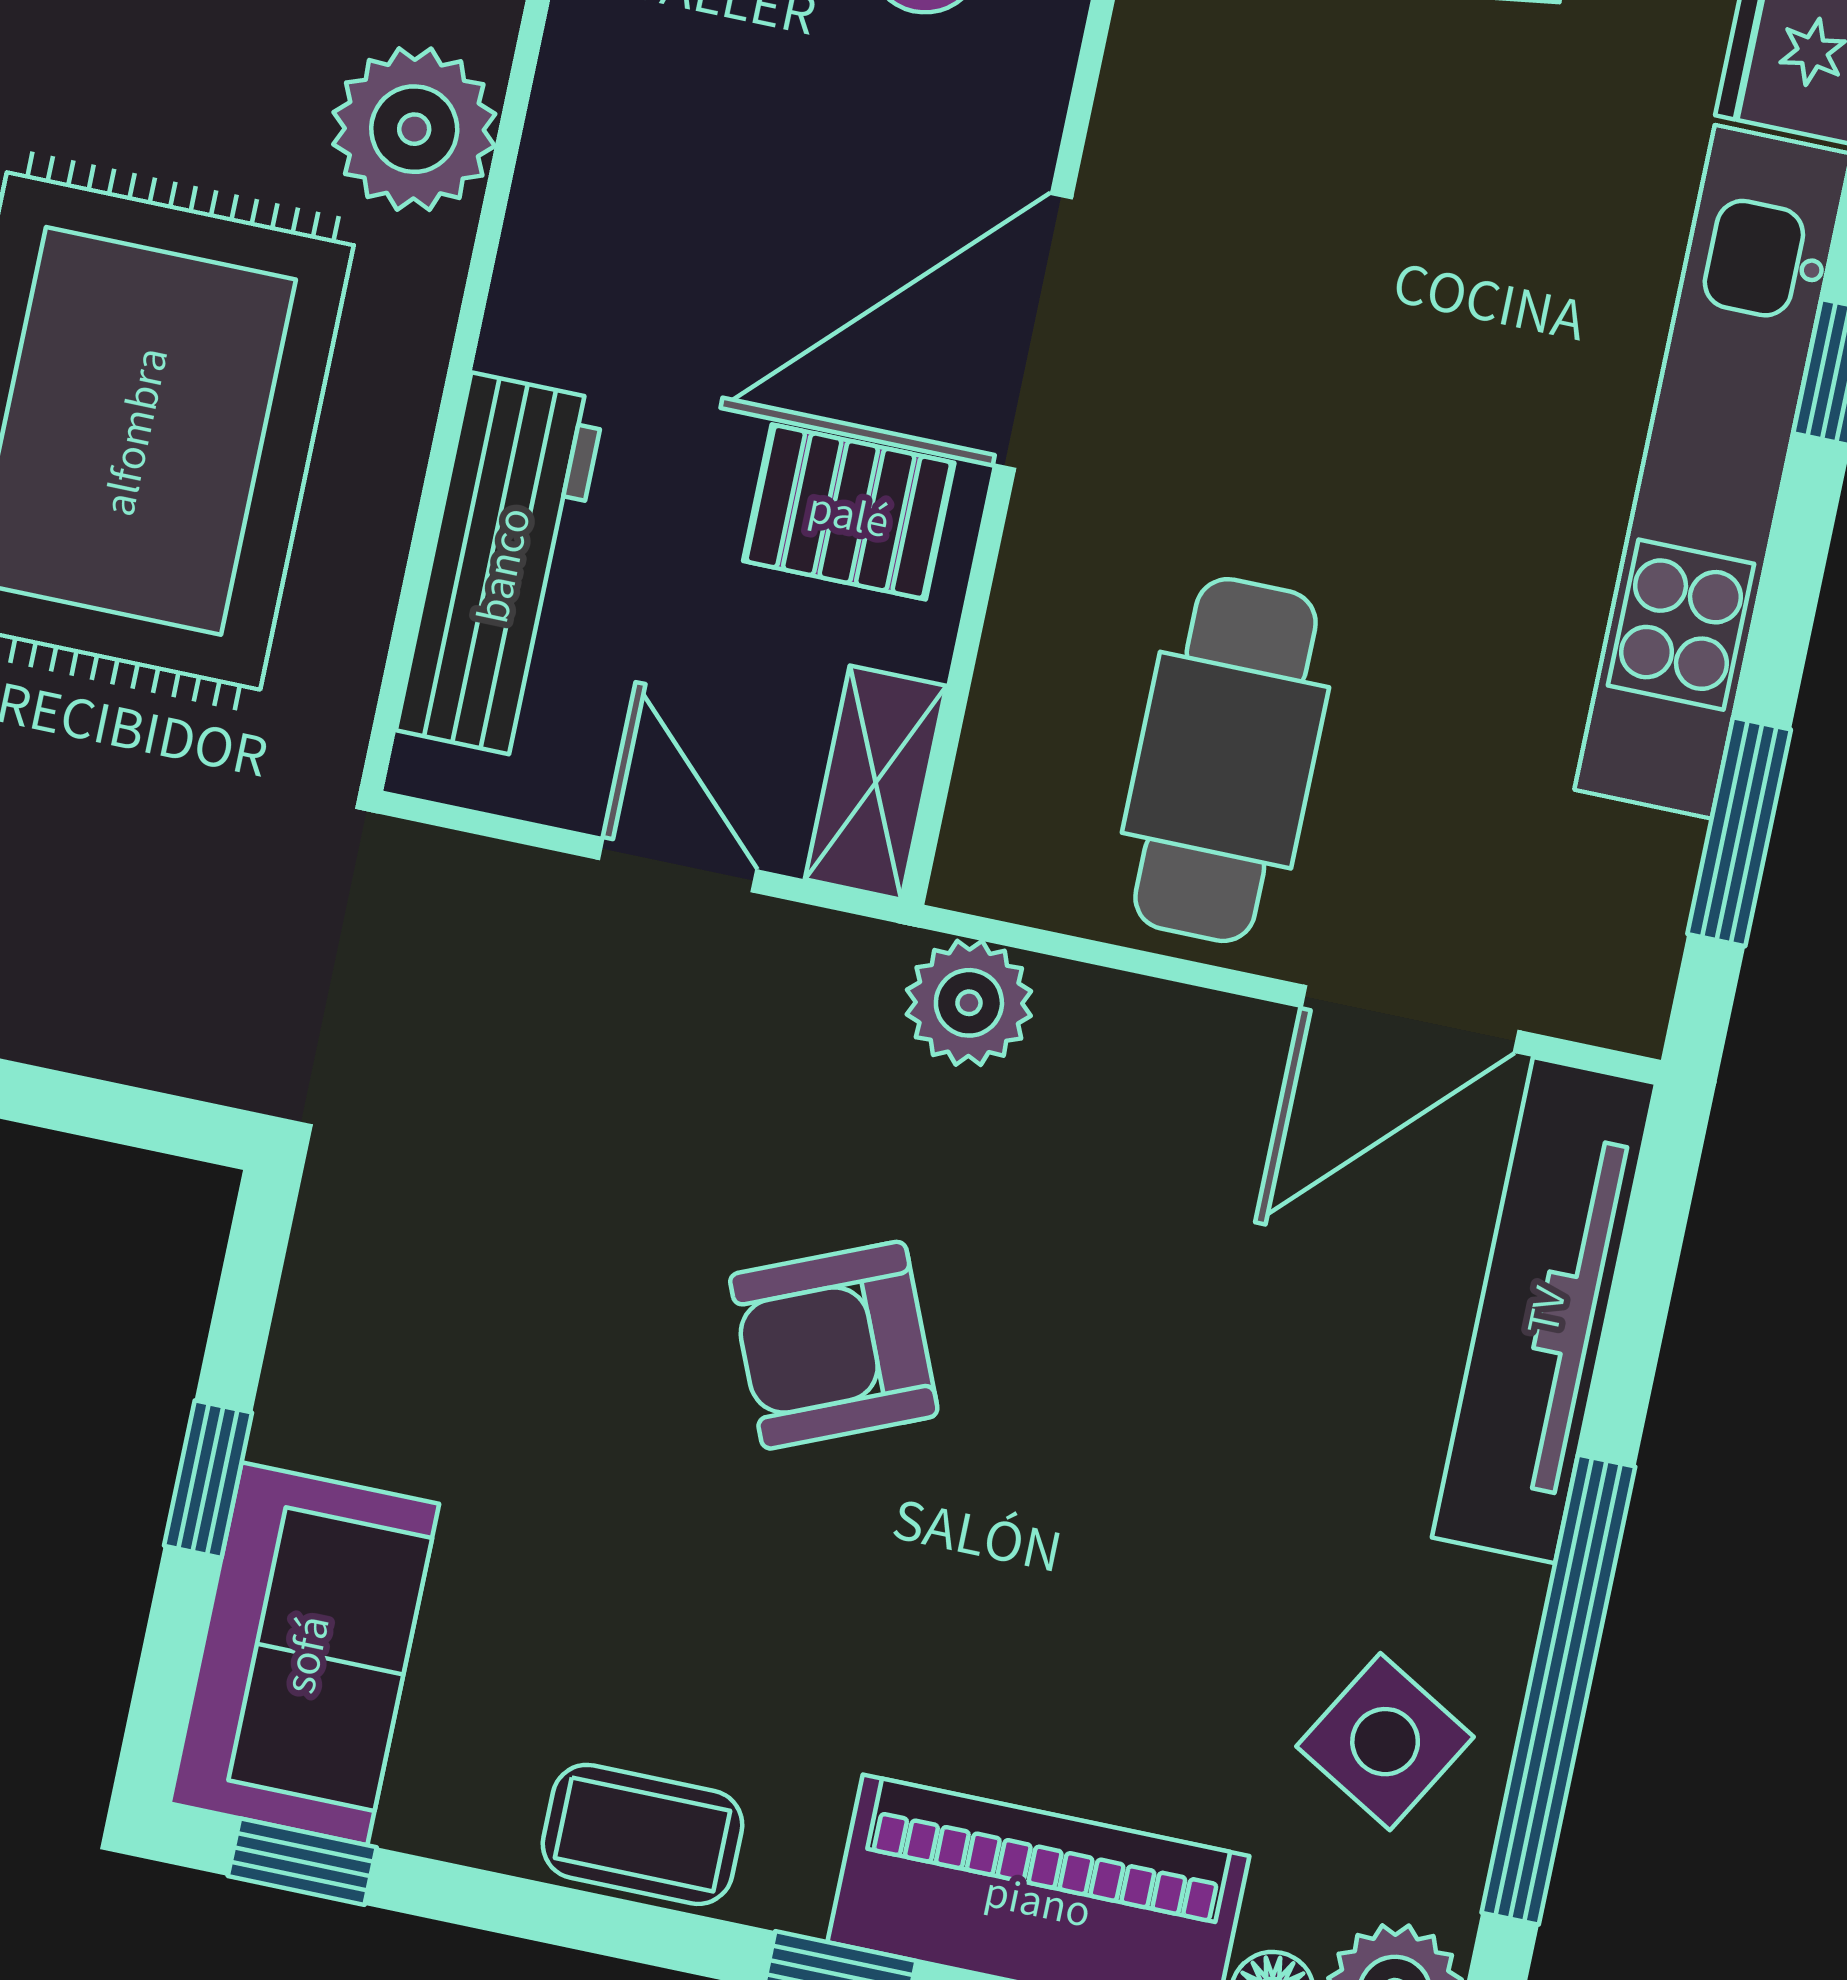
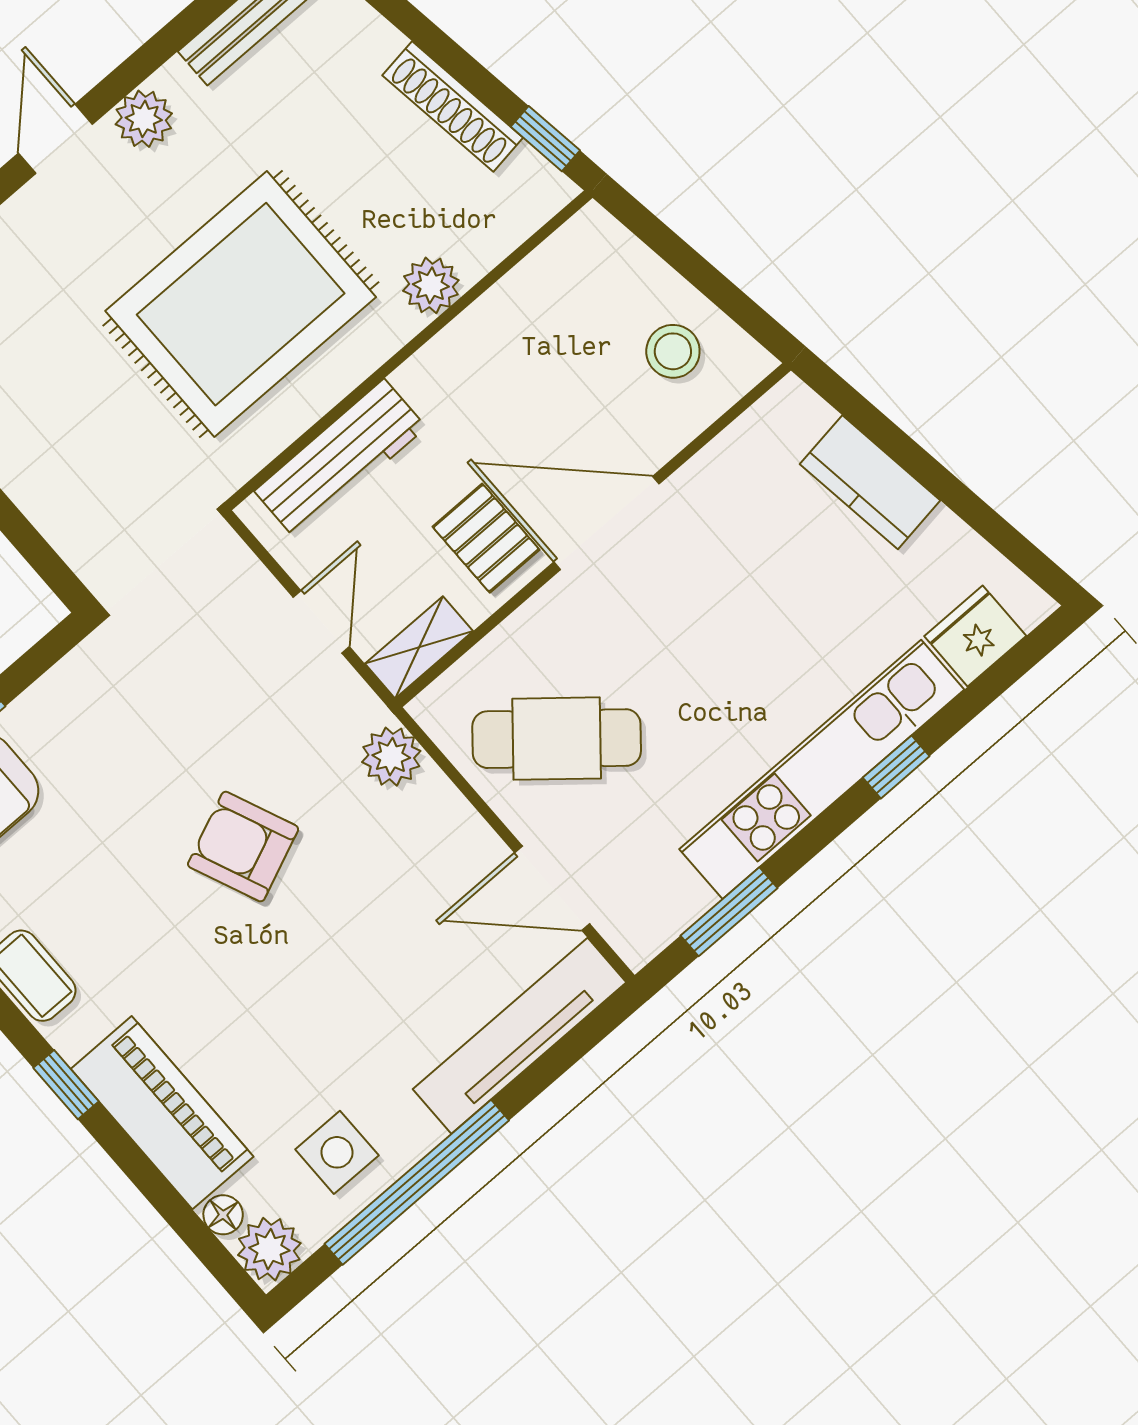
plant: (414, 129) -> (431, 285), width x0.73, depth x0.73
cafe table: (1225, 760) -> (557, 739), turned 40
side table: (1385, 1742) -> (337, 1152), turned -30

